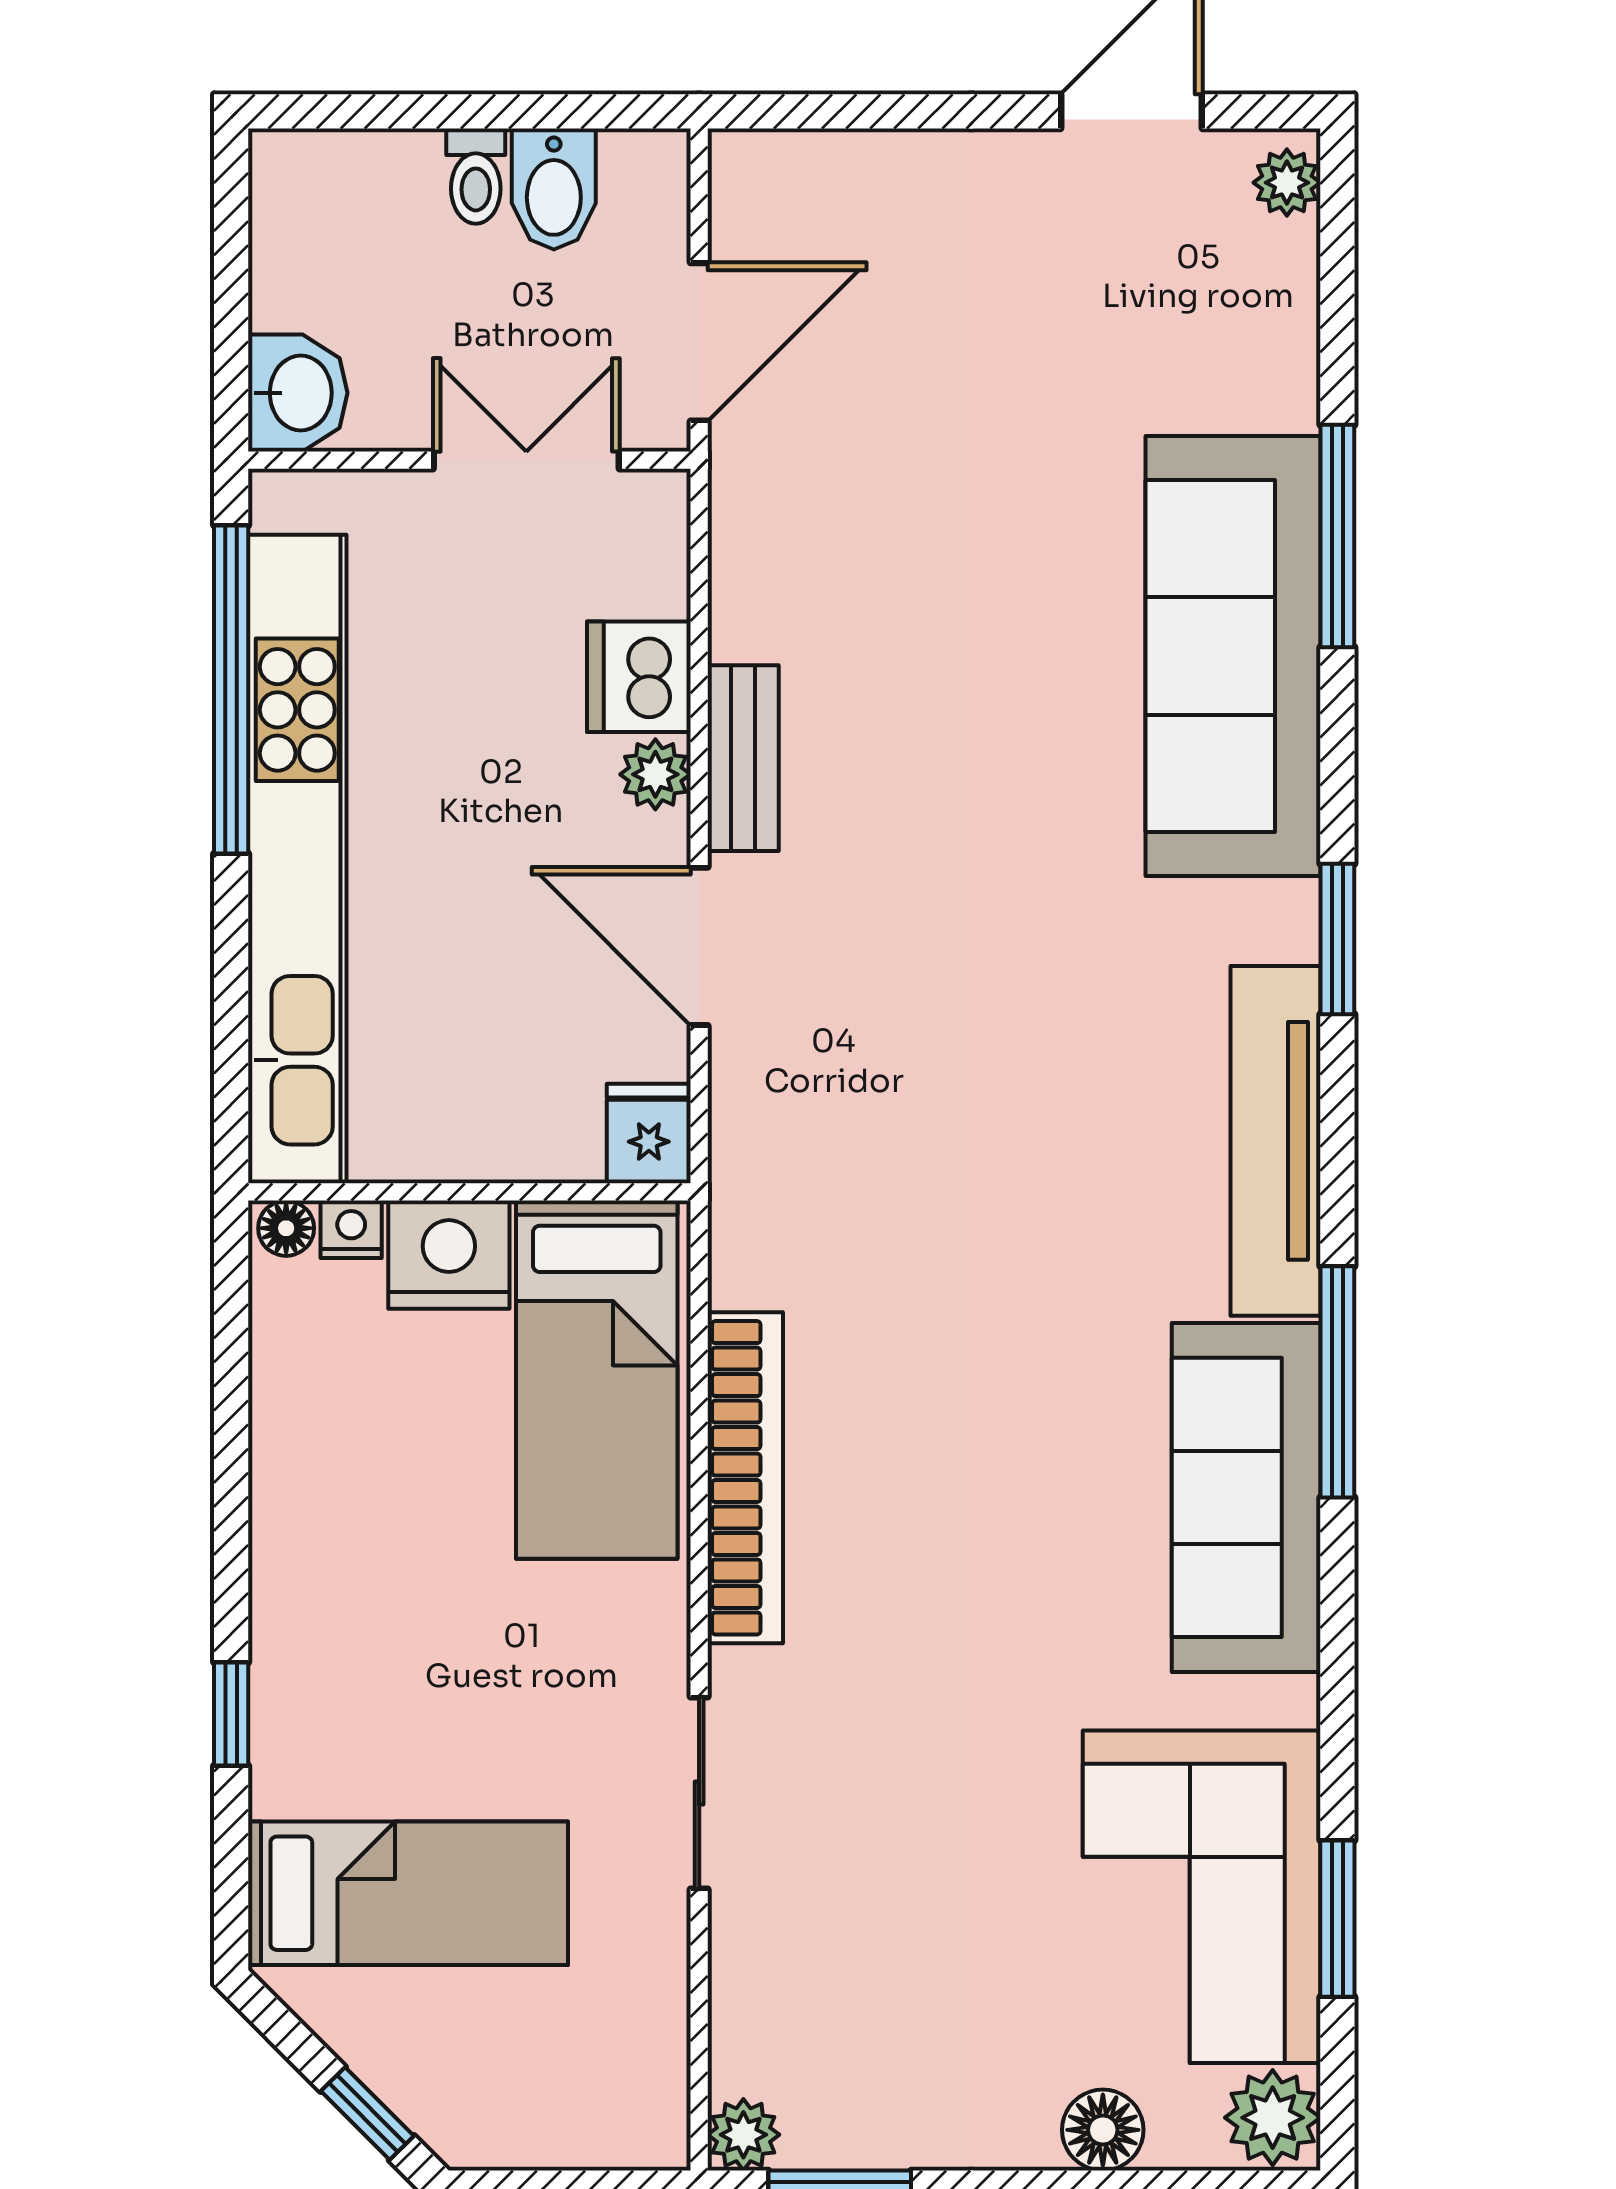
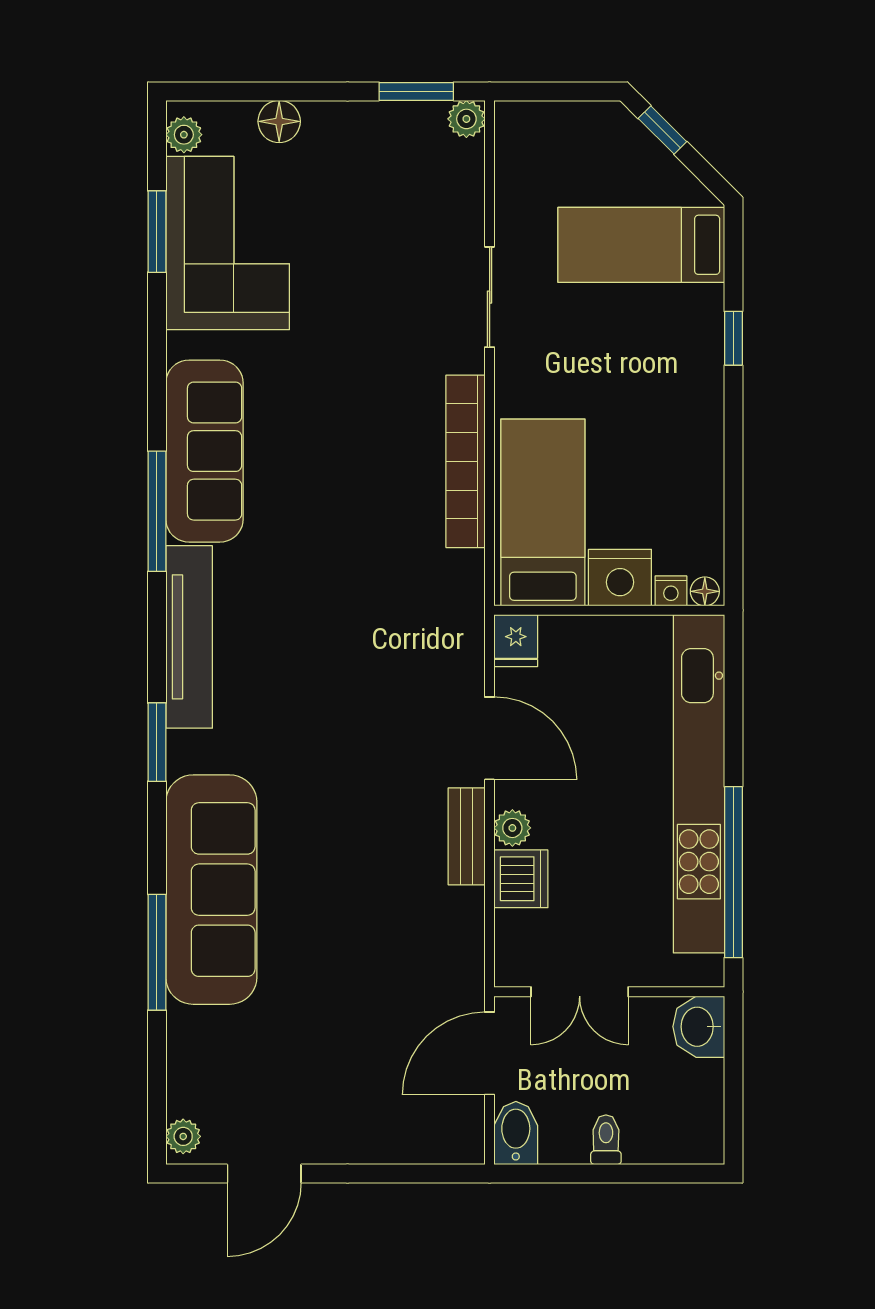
bidet: (554, 189) -> (516, 1133), moved
plant: (1273, 2118) -> (184, 135), width x0.73, depth x0.73

